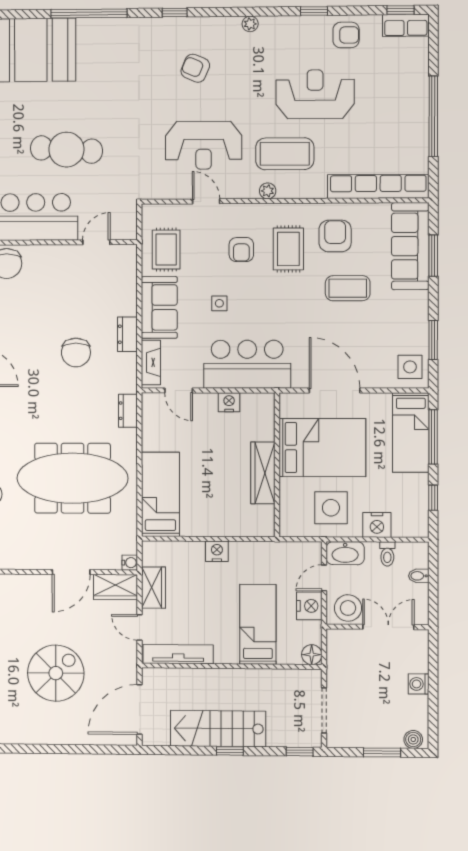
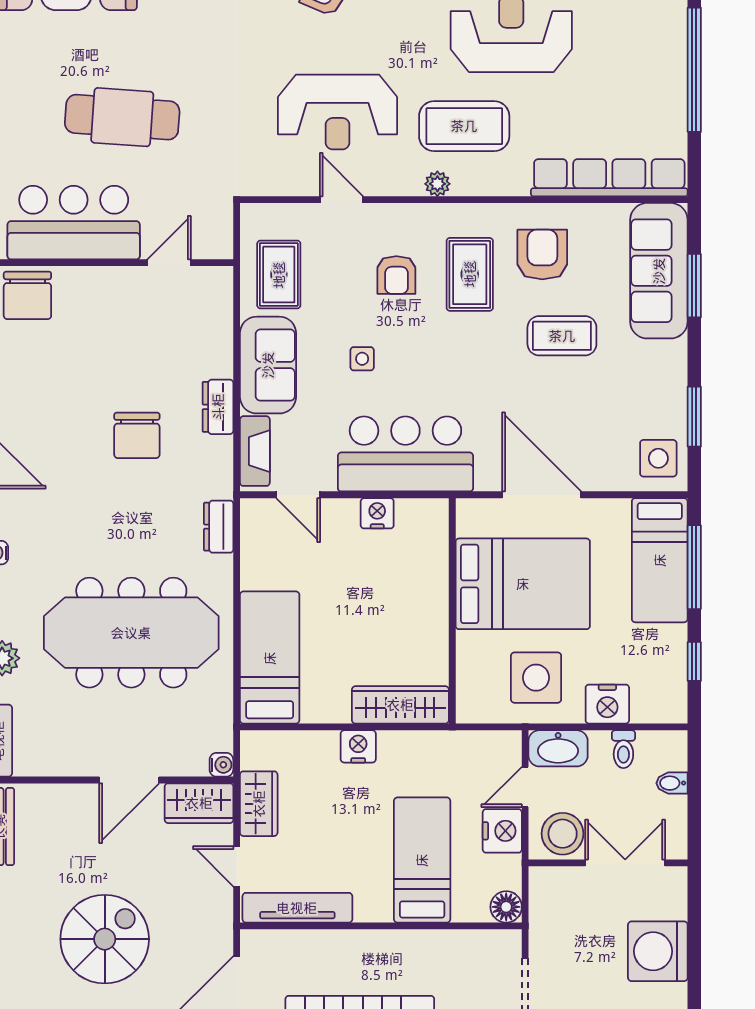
wardrobe: (263, 473) -> (400, 705), moved, turned 90
washing machine: (419, 684) -> (658, 951), width x1.89, depth x1.89

